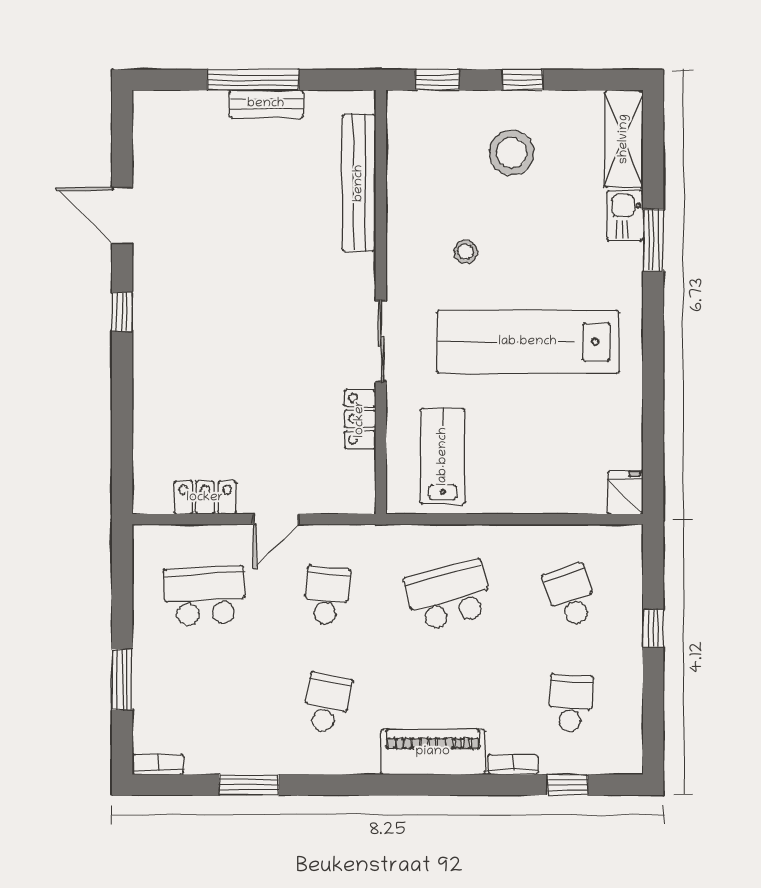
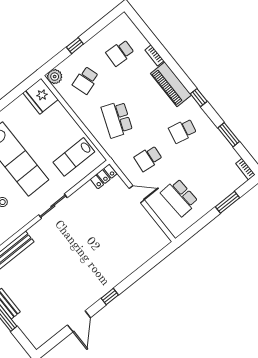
locker: (360, 419) -> (104, 176), moved
fridge: (625, 493) -> (40, 96), width x1.88, depth x1.34
locker: (205, 498) -> (148, 222), removed
plant: (625, 542) -> (55, 77), added
school desk: (449, 596) -> (117, 119), turned 36
window: (568, 785) -> (199, 98), moved

